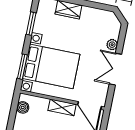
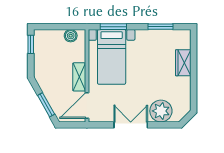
plant: (112, 45) -> (161, 111), width x1.88, depth x1.88
bed with nightstands: (51, 66) -> (112, 57), width x0.73

